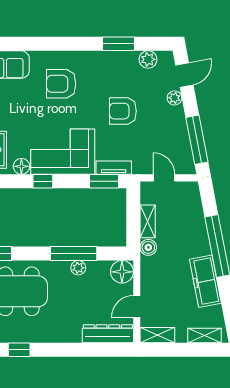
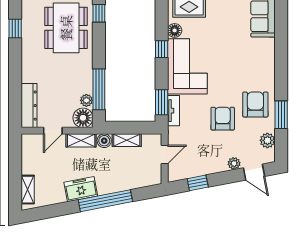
armchair: (61, 84) -> (255, 105), moved
window: (197, 140) -> (198, 183), width x0.46
window: (74, 254) -> (99, 89), moved
plant: (78, 268) -> (86, 100), moved
freezer: (205, 281) -> (81, 189), width x0.71
door: (137, 306) -> (53, 131), swing flipped
shelving: (157, 335) -> (81, 140), moved, turned 90

